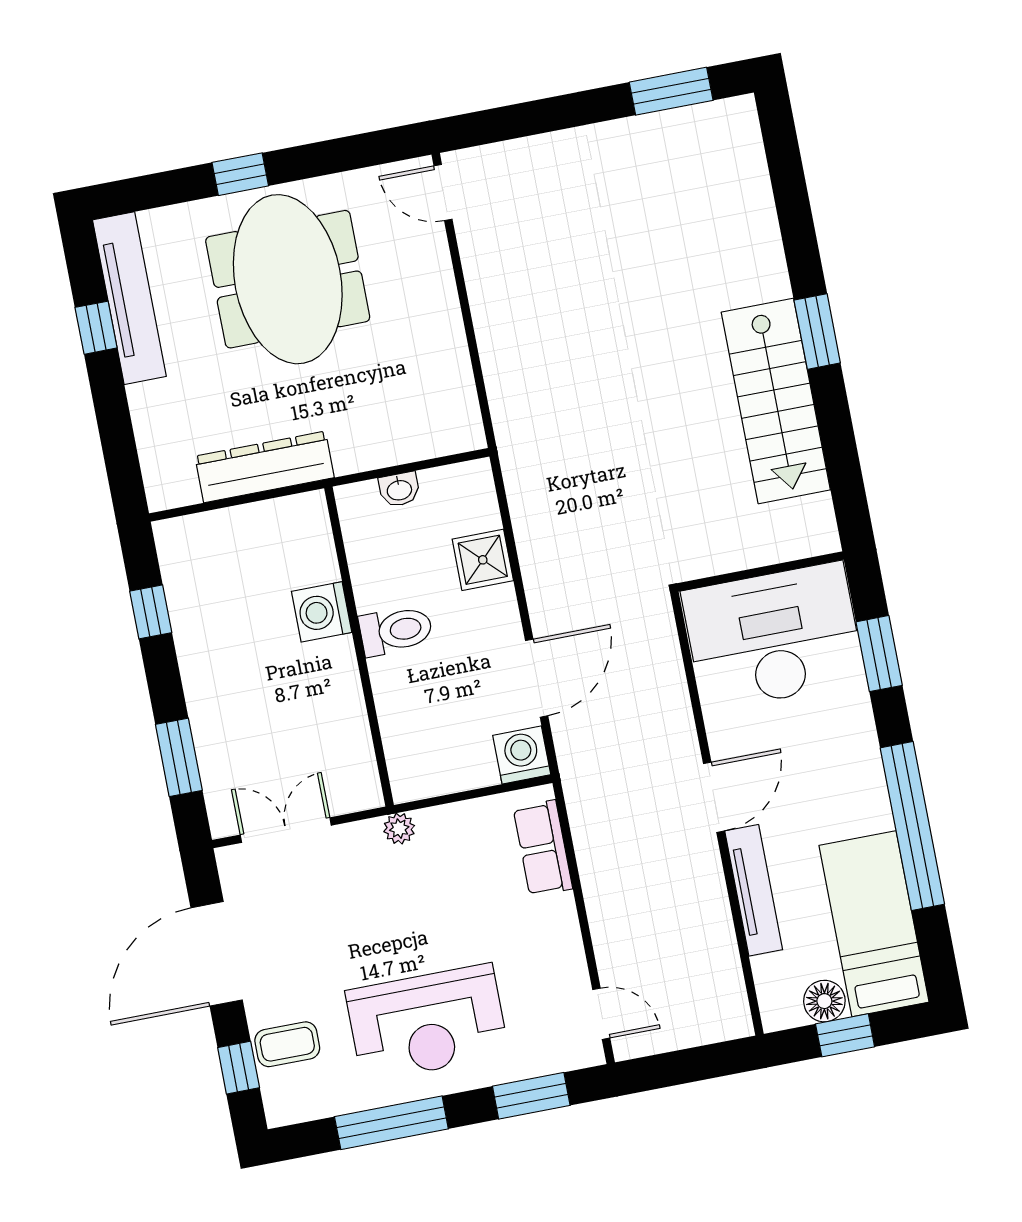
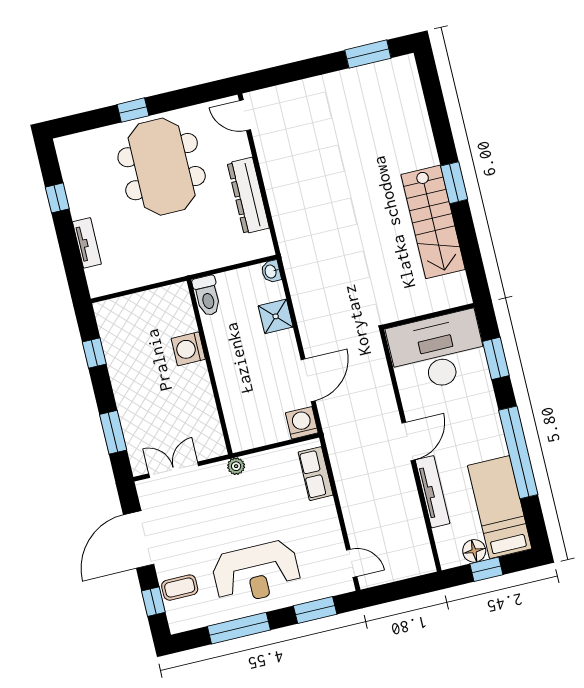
tv unit: (129, 298) -> (87, 243), moved, width x0.52, depth x0.78
dresser: (265, 467) -> (248, 196), moved, turned -90
washbasin: (399, 489) -> (271, 271), moved, turned 90
toilet: (396, 631) -> (207, 296), moved, turned 90

